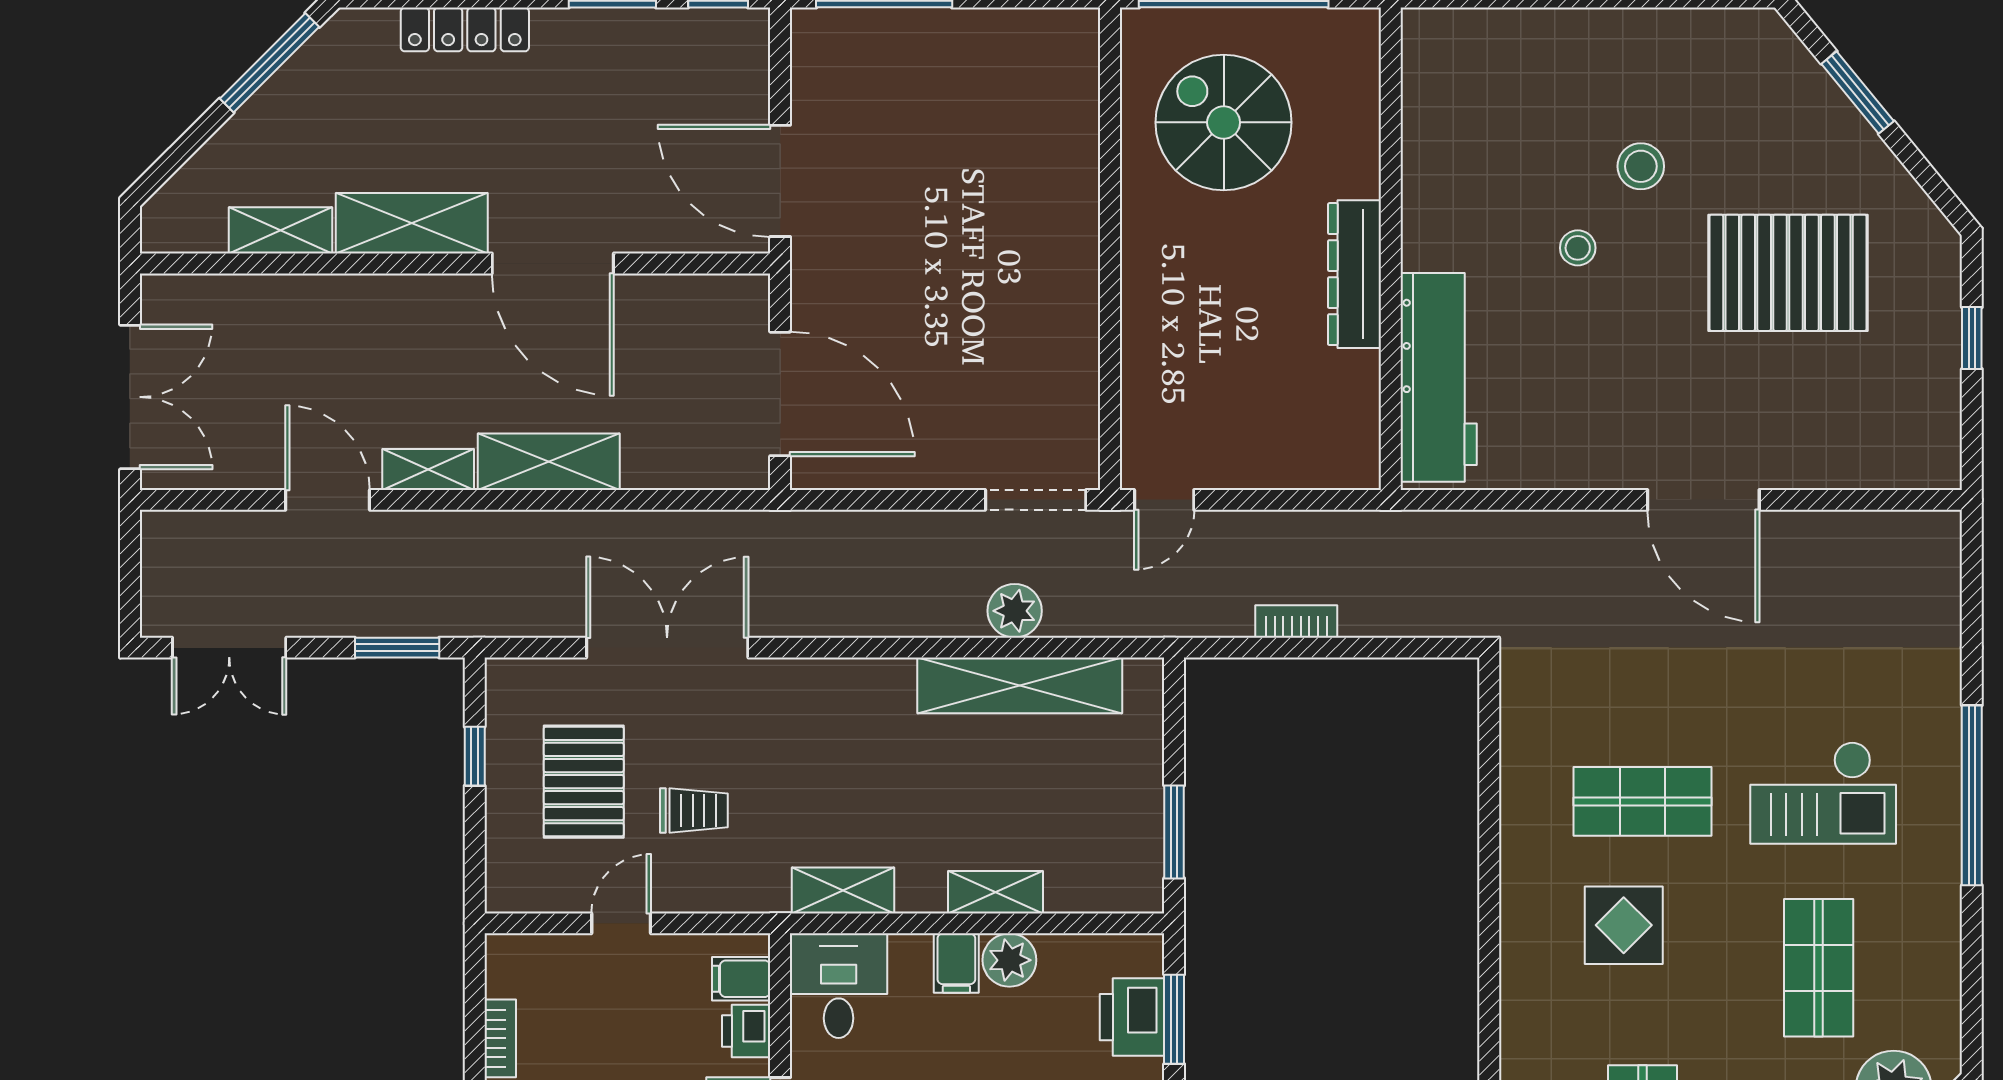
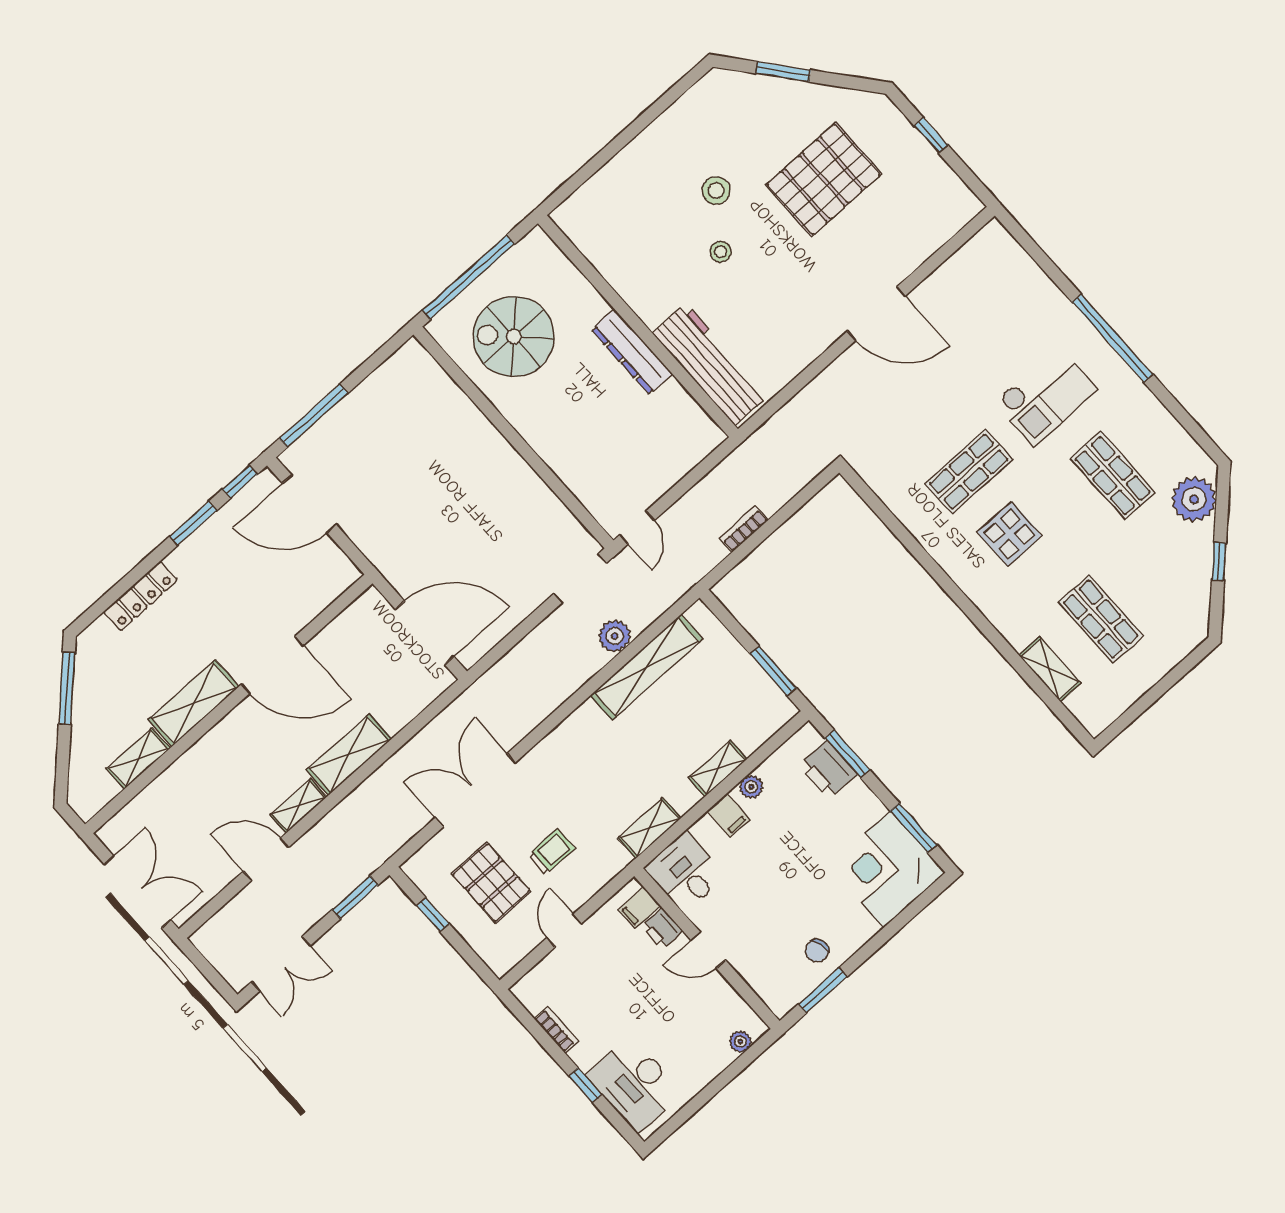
door: (780, 181) -> (309, 504), moved
plant: (1009, 960) -> (751, 787), width x0.73, depth x0.73

